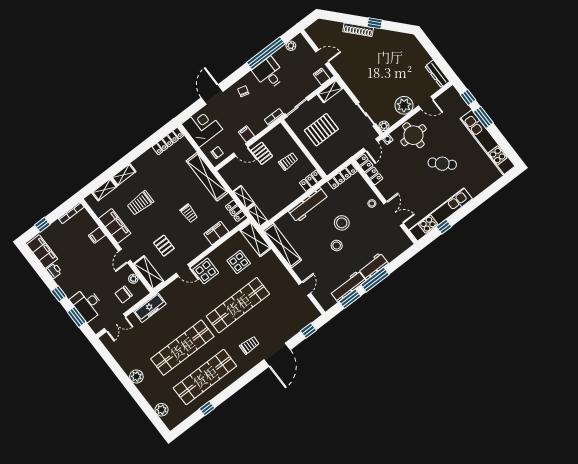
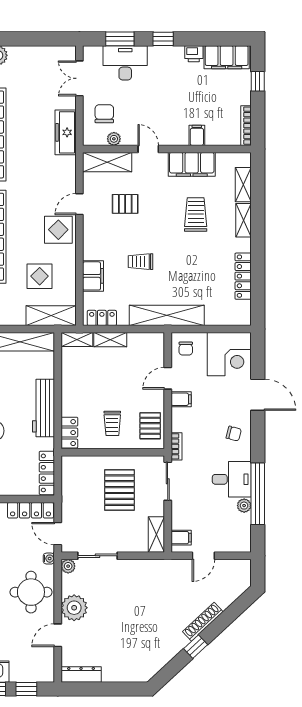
plant: (291, 46) -> (244, 506), moved
locker: (168, 141) -> (243, 276), moved
pallet: (262, 153) -> (150, 426), moved, turned 90

